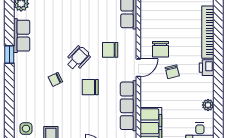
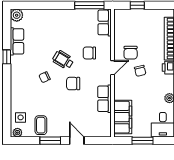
wheelchair: (78, 58) -> (63, 60), turned -102
row of seats: (129, 106) -> (104, 99), width x0.68

